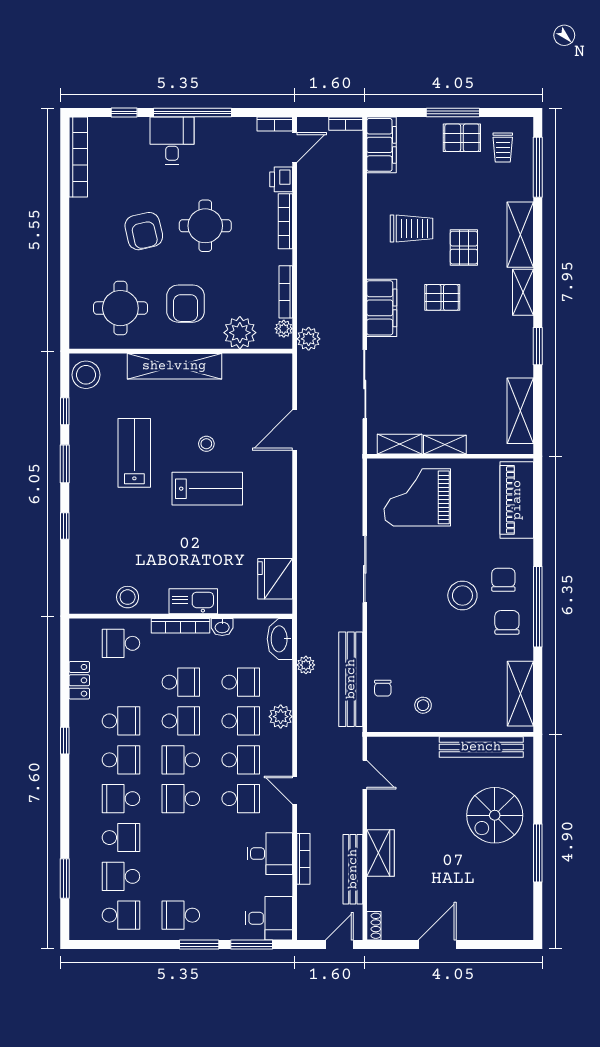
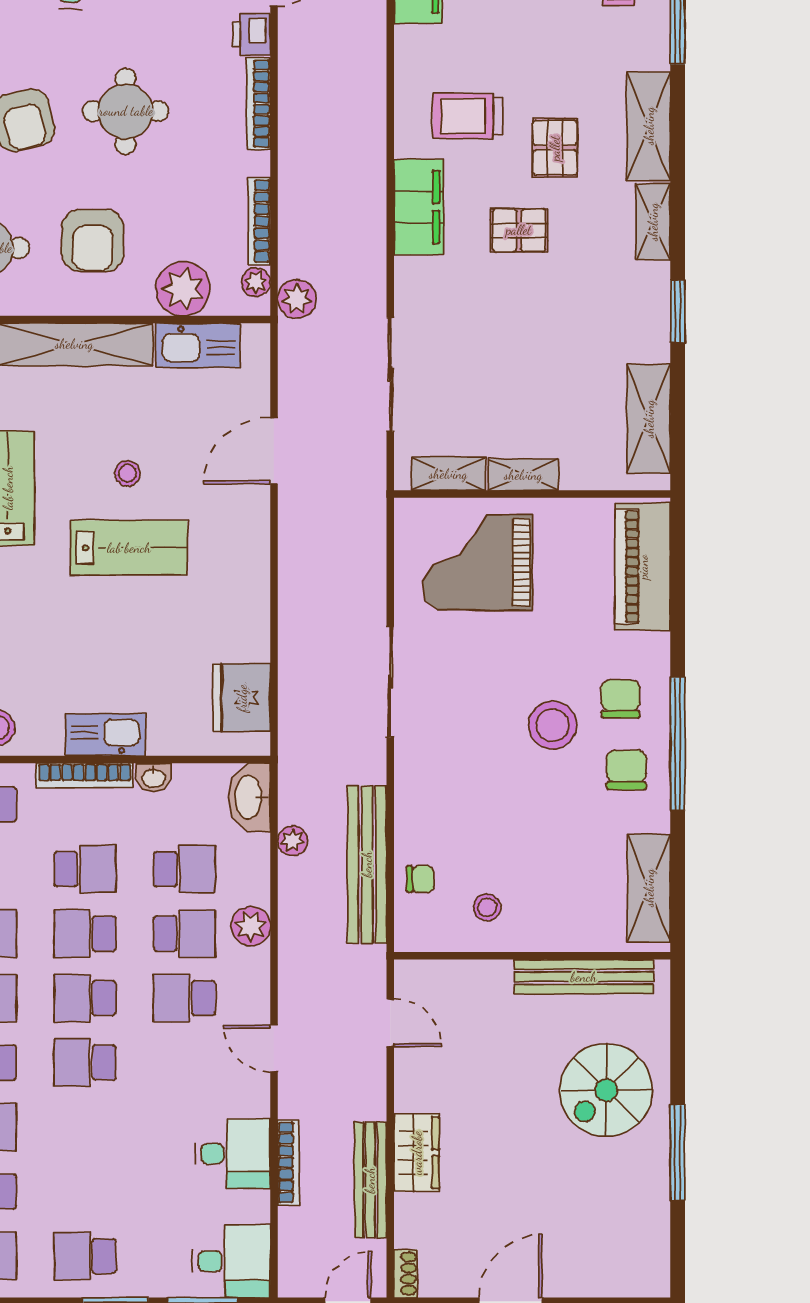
trolley: (412, 229) -> (468, 116), turned 180
filing cabinet: (382, 308) -> (419, 207), moved
kitchen sink: (249, 367) -> (198, 345), added
chair: (383, 688) -> (420, 879), turned -90
school desk: (181, 721) -> (85, 934), turned 180
school desk: (241, 760) -> (184, 998), turned 180
school desk: (241, 799) -> (184, 1063), removed

